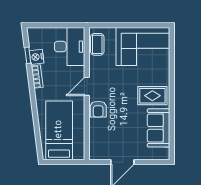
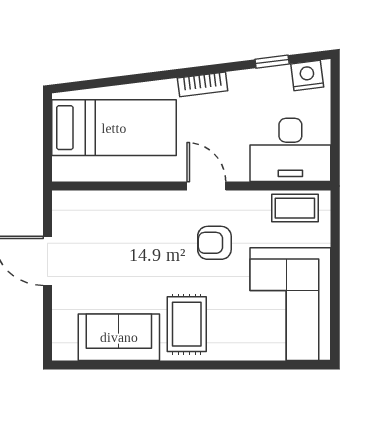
nightstand: (37, 57) -> (307, 76), moved
bookcase: (37, 77) -> (203, 84), moved
armchair: (98, 109) -> (214, 243), moved

